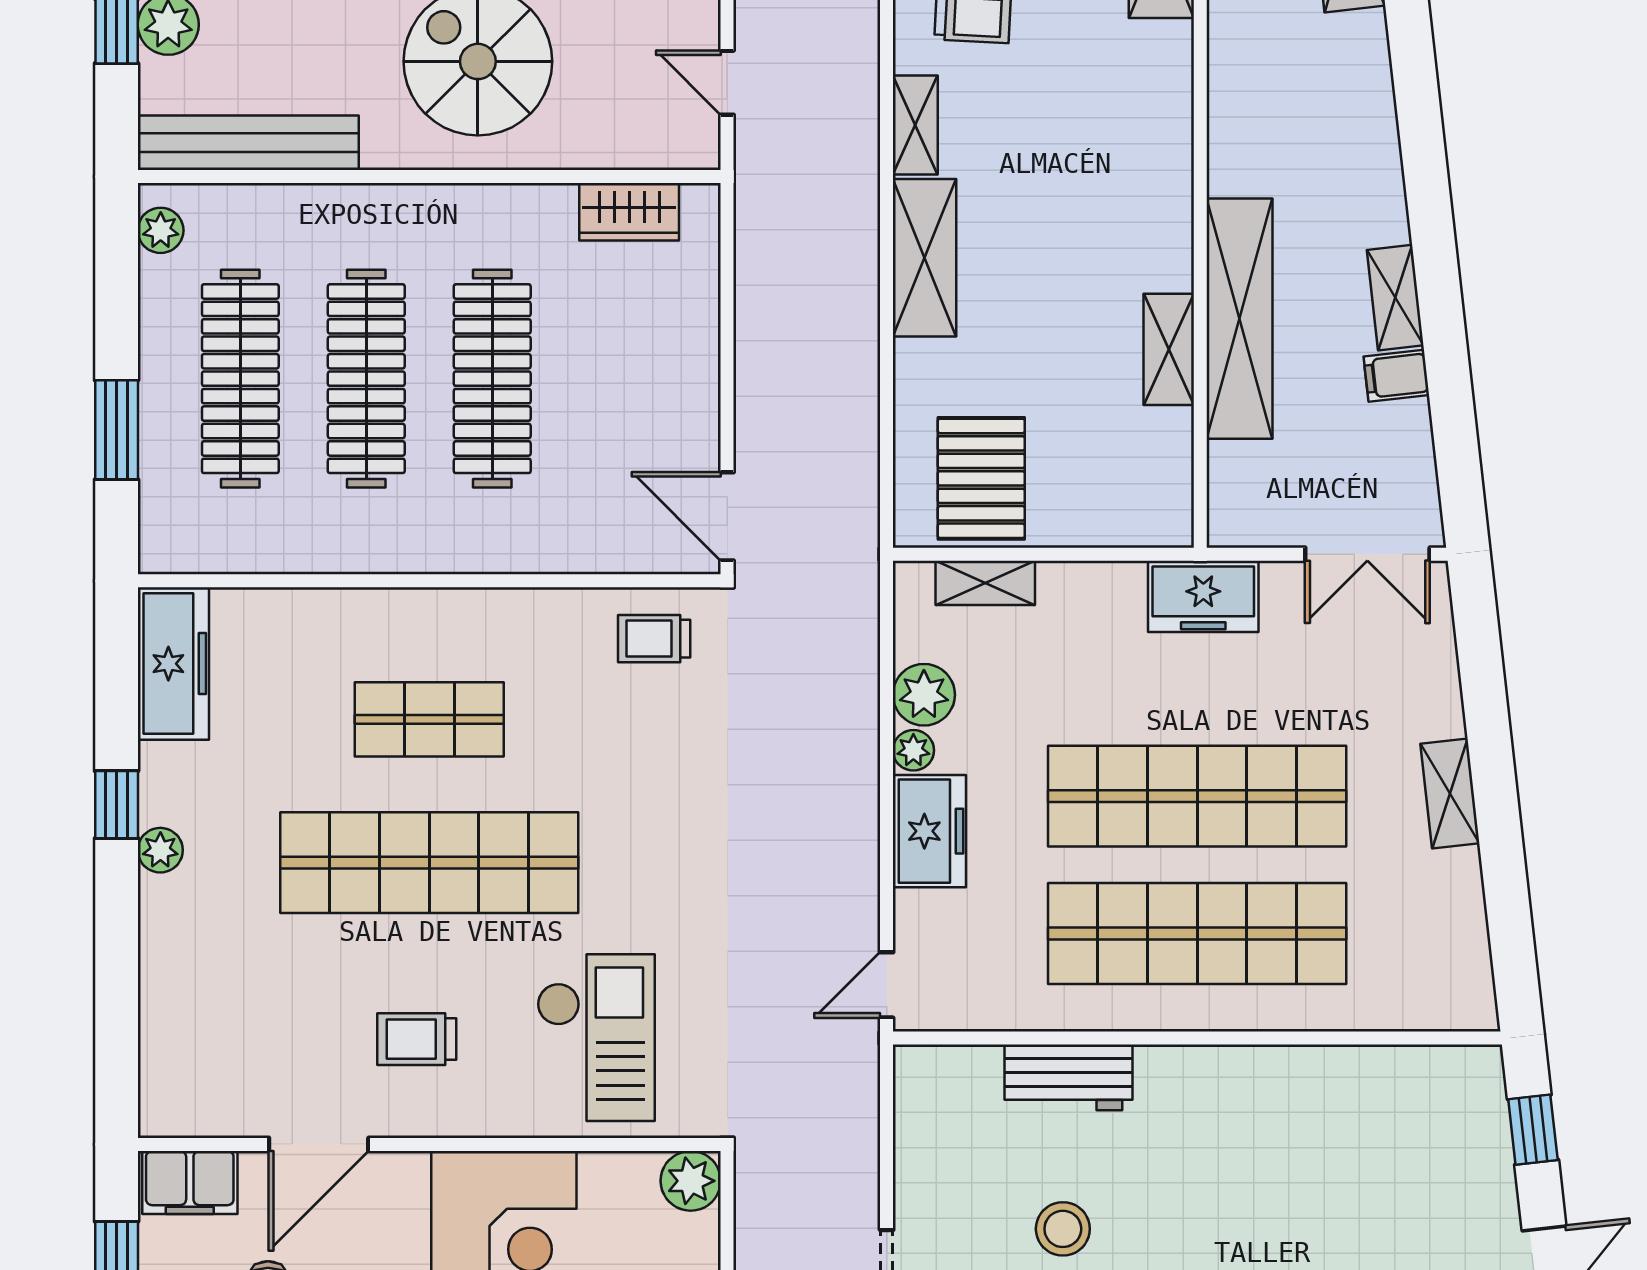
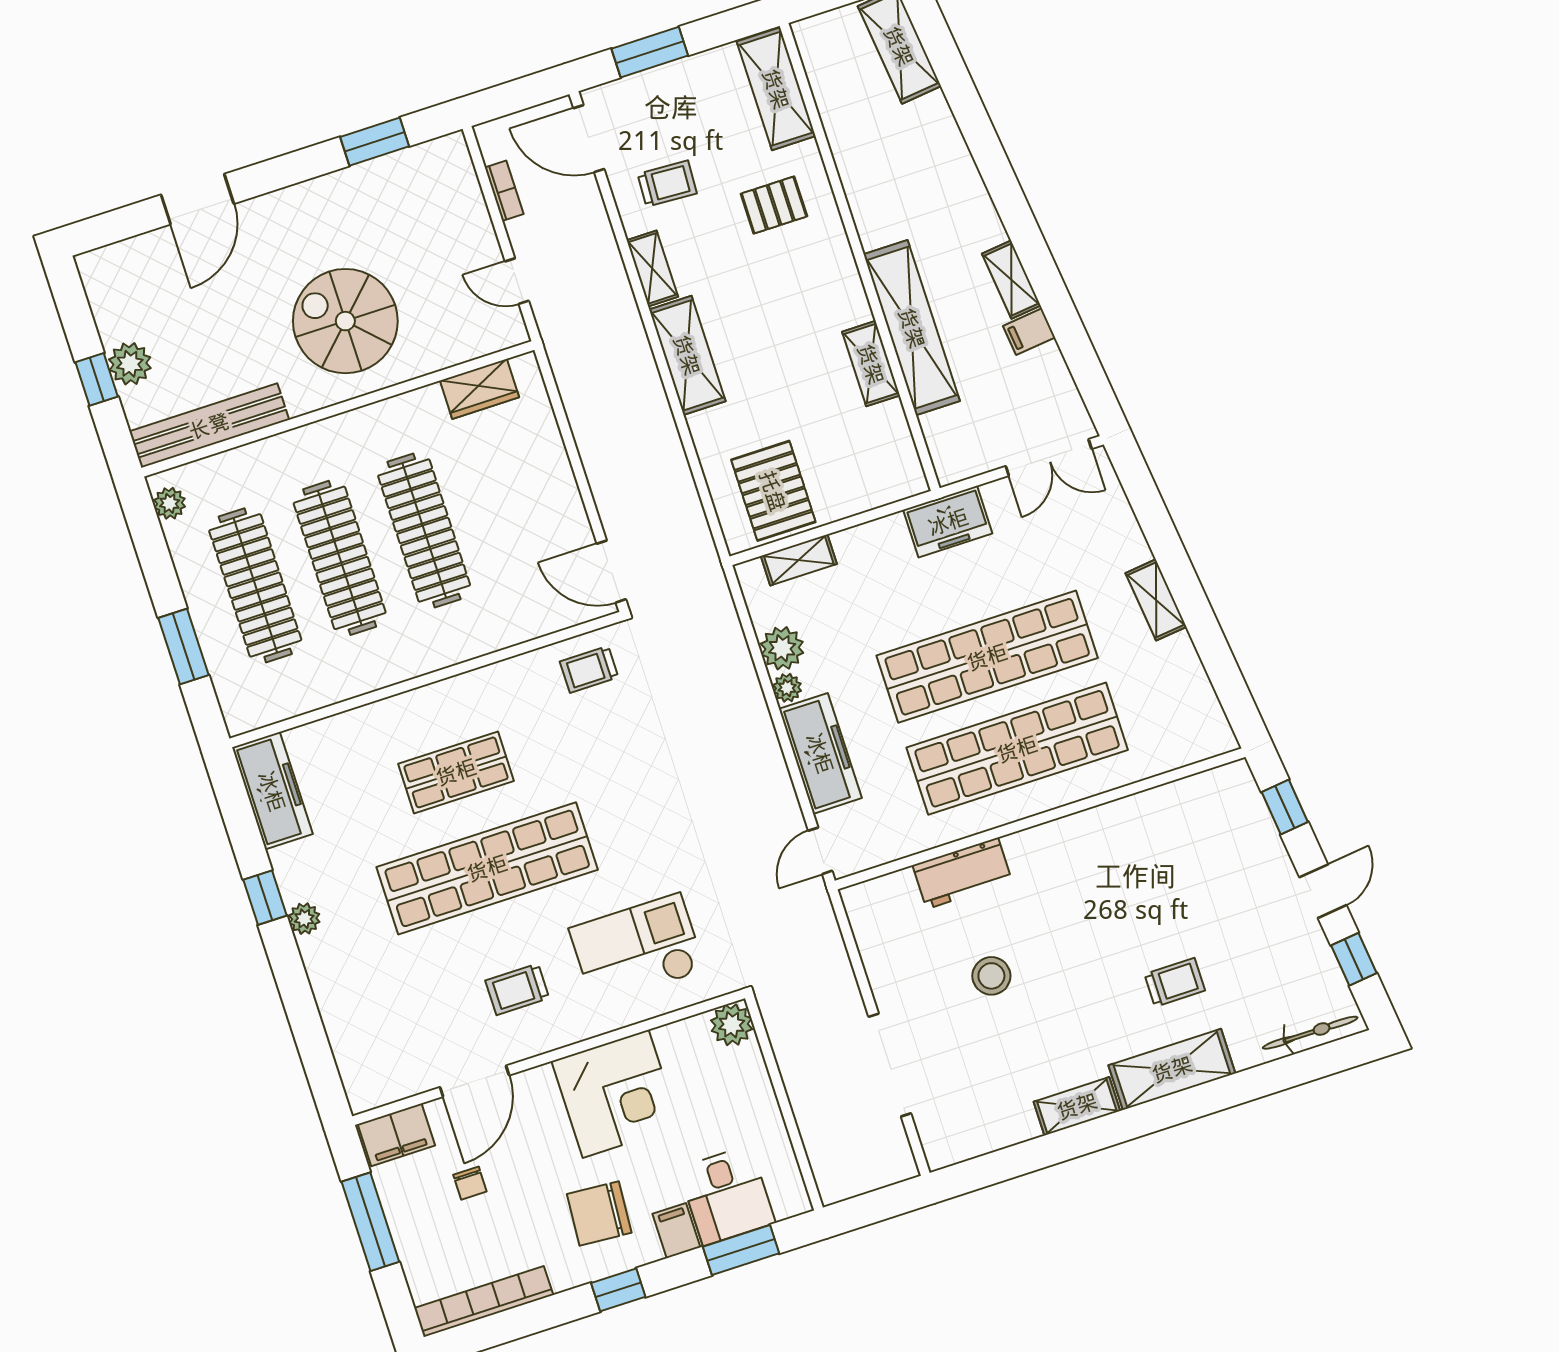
pallet: (1107, 93) -> (774, 205), added
freezer: (929, 831) -> (820, 753), width x1.40
checkout: (596, 1038) -> (637, 949), turned -90

